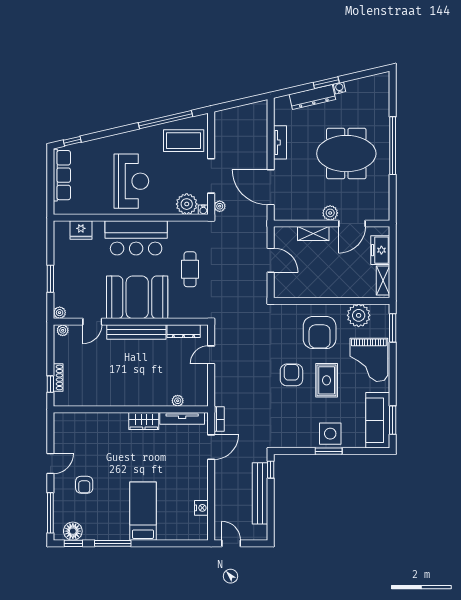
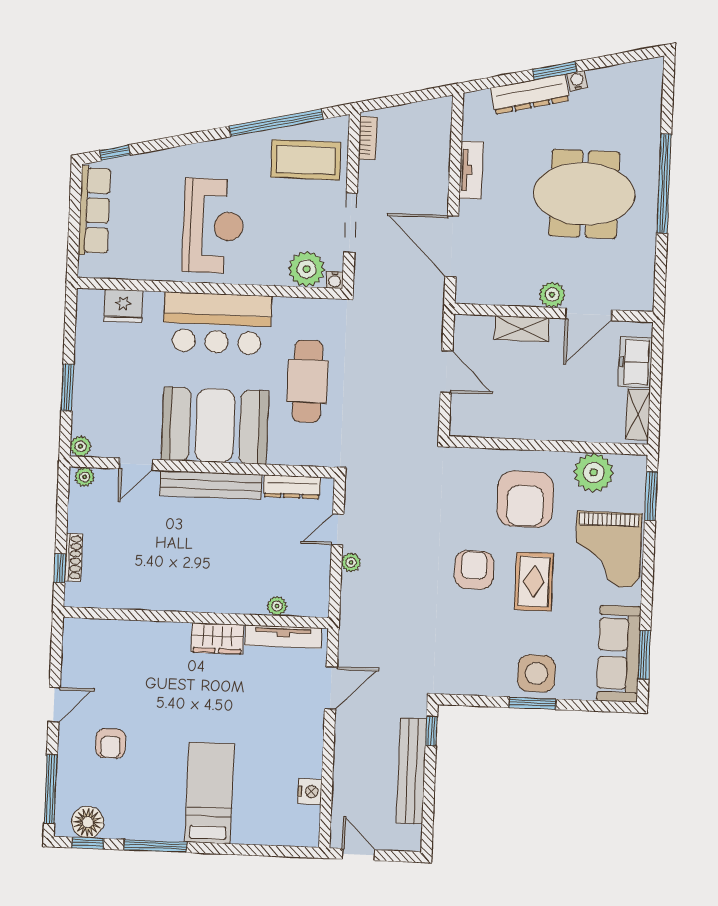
plant: (220, 206) -> (351, 562), moved
cafe table: (190, 269) -> (308, 381), width x1.37, depth x1.35
bookcase: (219, 419) -> (368, 138), moved

